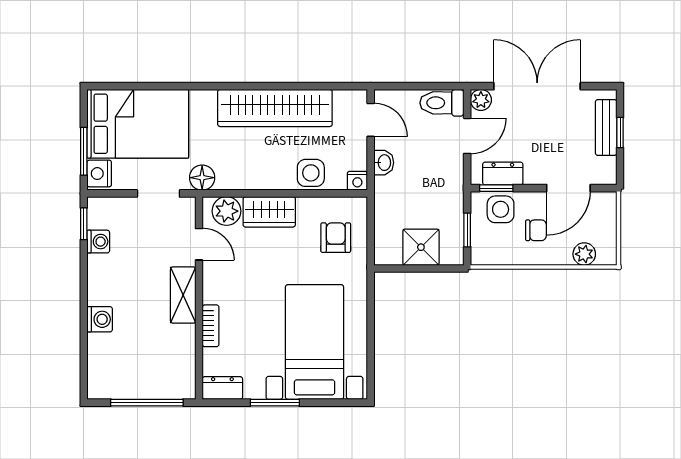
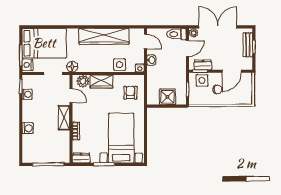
plant: (584, 254) -> (238, 100), removed

